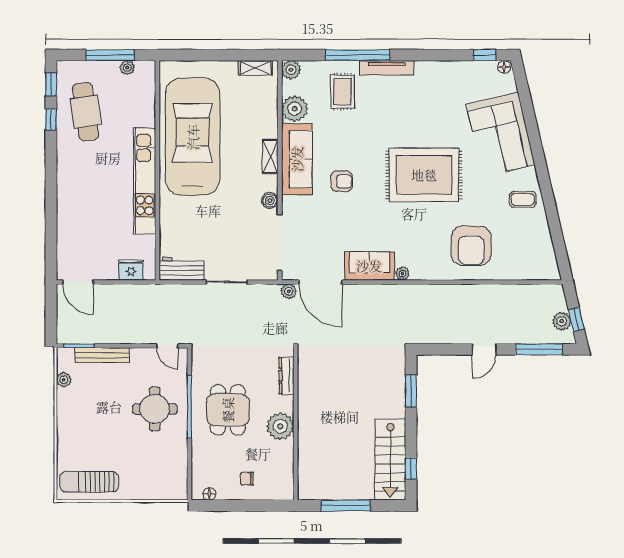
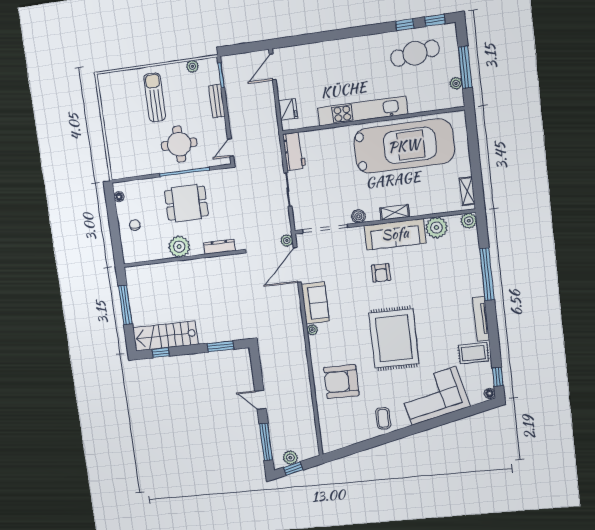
tv unit: (387, 68) -> (481, 319), moved
rug: (342, 92) -> (473, 353), moved
bench: (102, 355) -> (217, 101), width x0.73
sun lounger: (89, 482) -> (155, 97), moved

